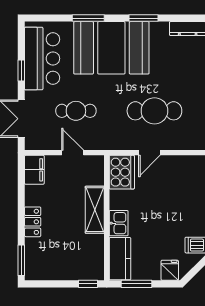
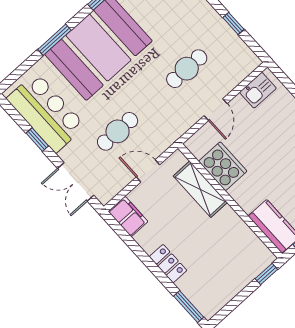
cafe table: (154, 111) -> (187, 69), width x0.73, depth x0.74
cooker: (122, 172) -> (223, 166), moved
shelving: (95, 210) -> (200, 189), moved
kitchen sink: (119, 223) -> (258, 90), moved, turned 90

